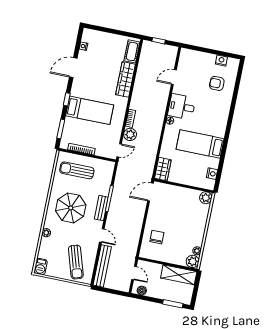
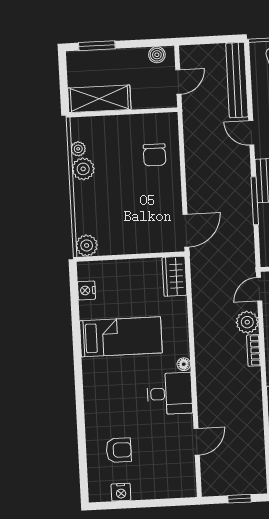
plant: (193, 261) -> (83, 169), moved
door: (134, 273) -> (178, 82), swing flipped

